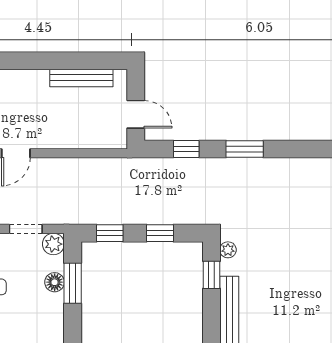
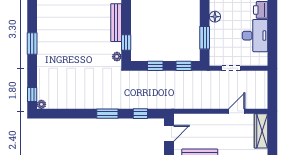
door: (136, 114) -> (169, 133), swing flipped
plant: (53, 244) -> (216, 60), removed
floor lamp: (55, 282) -> (215, 17), moved

